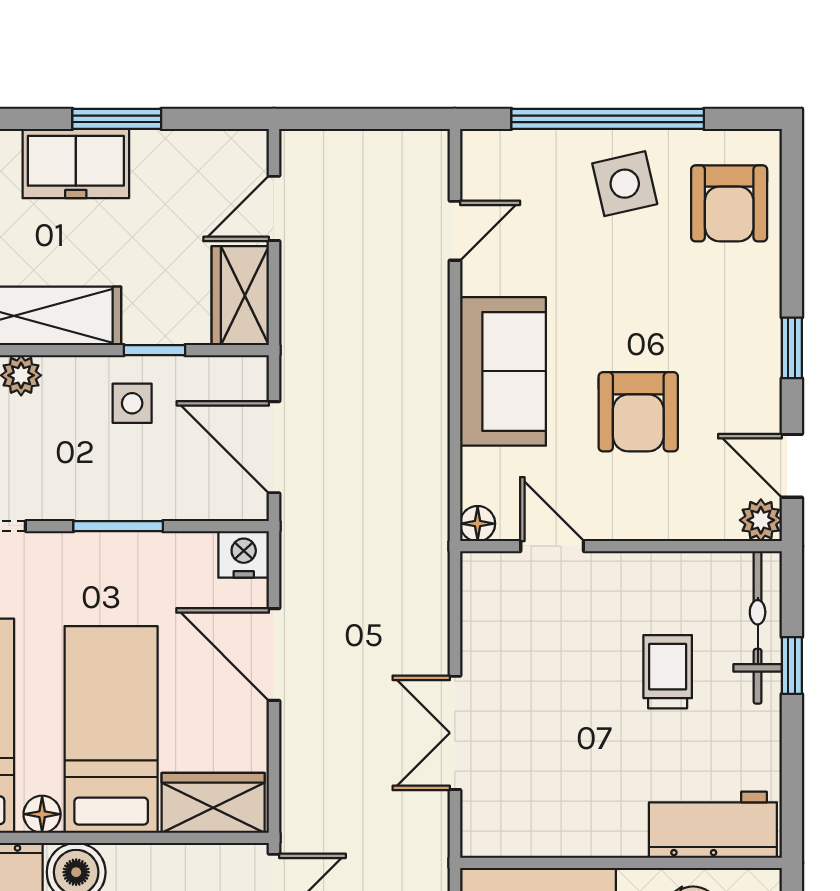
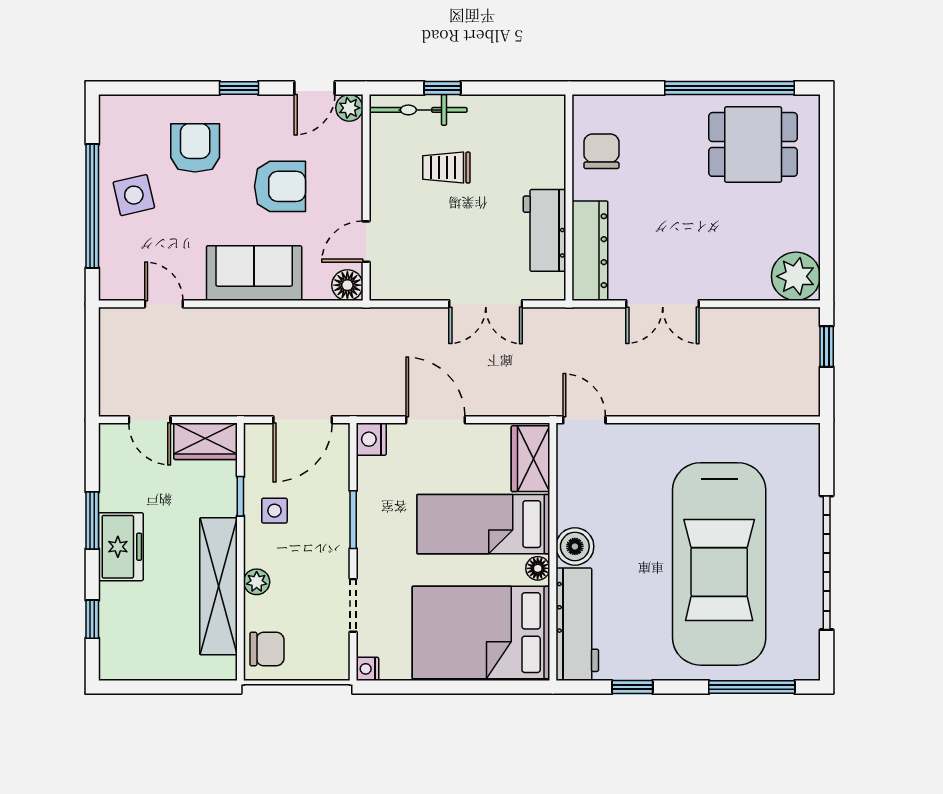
armchair: (729, 203) -> (195, 148), moved, turned -90
floor lamp: (478, 524) -> (347, 285), width x1.37, depth x1.37
door: (274, 655) -> (435, 420), swing flipped
workbench: (713, 825) -> (545, 230), moved

